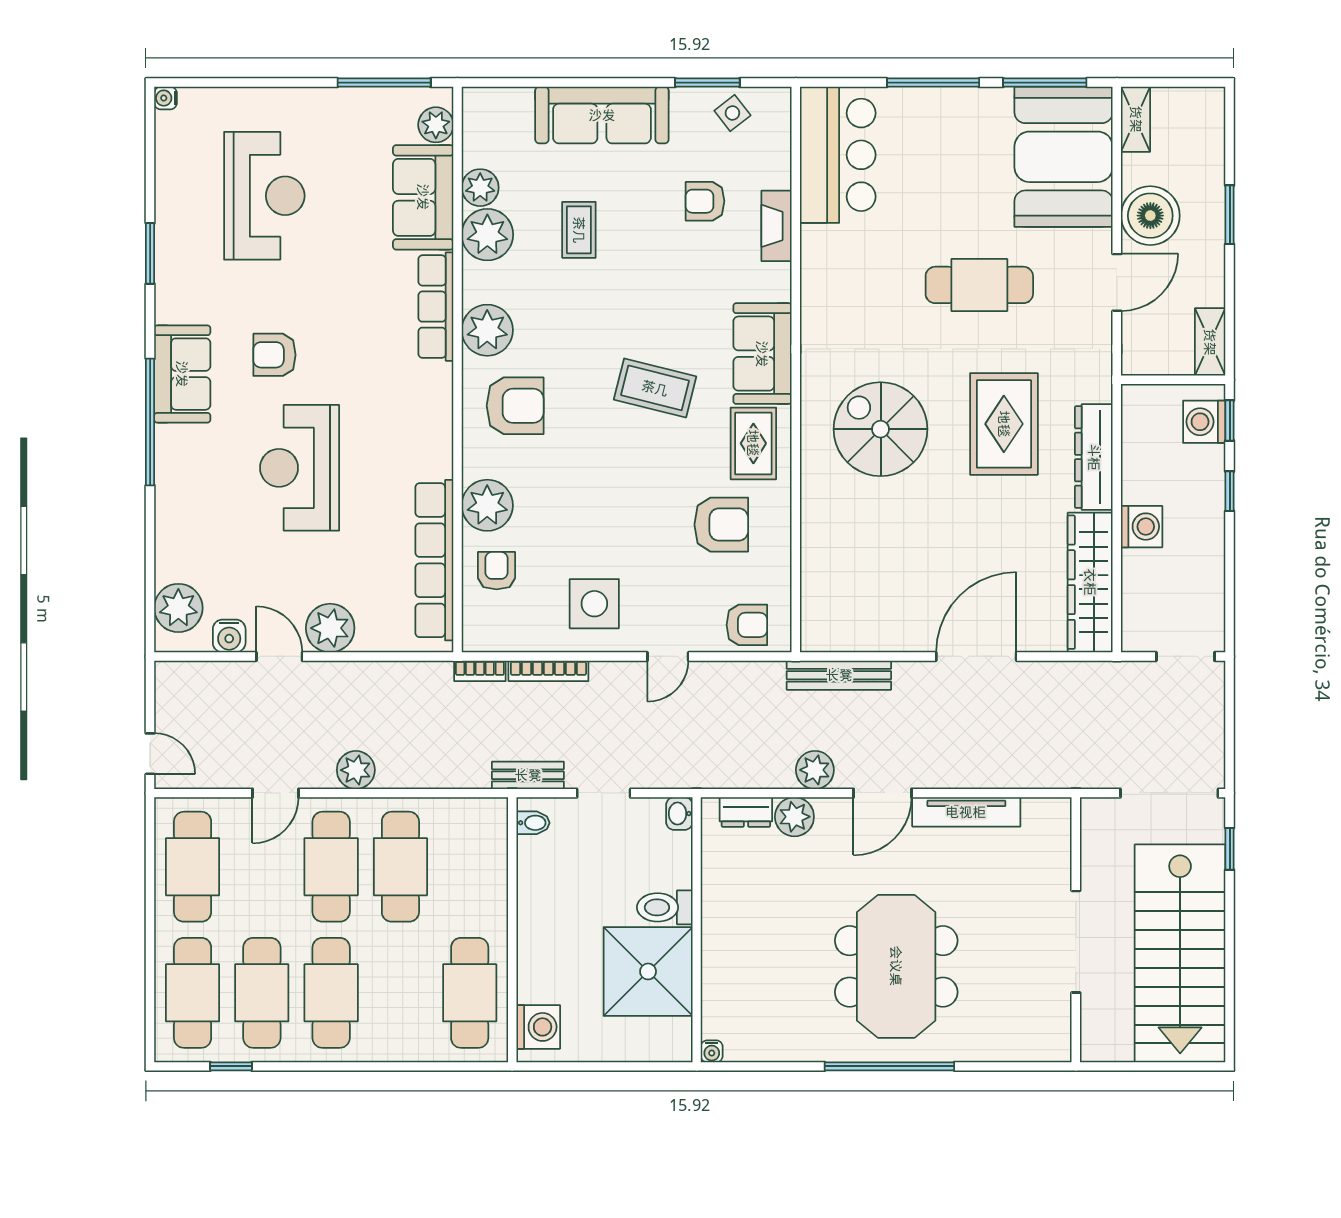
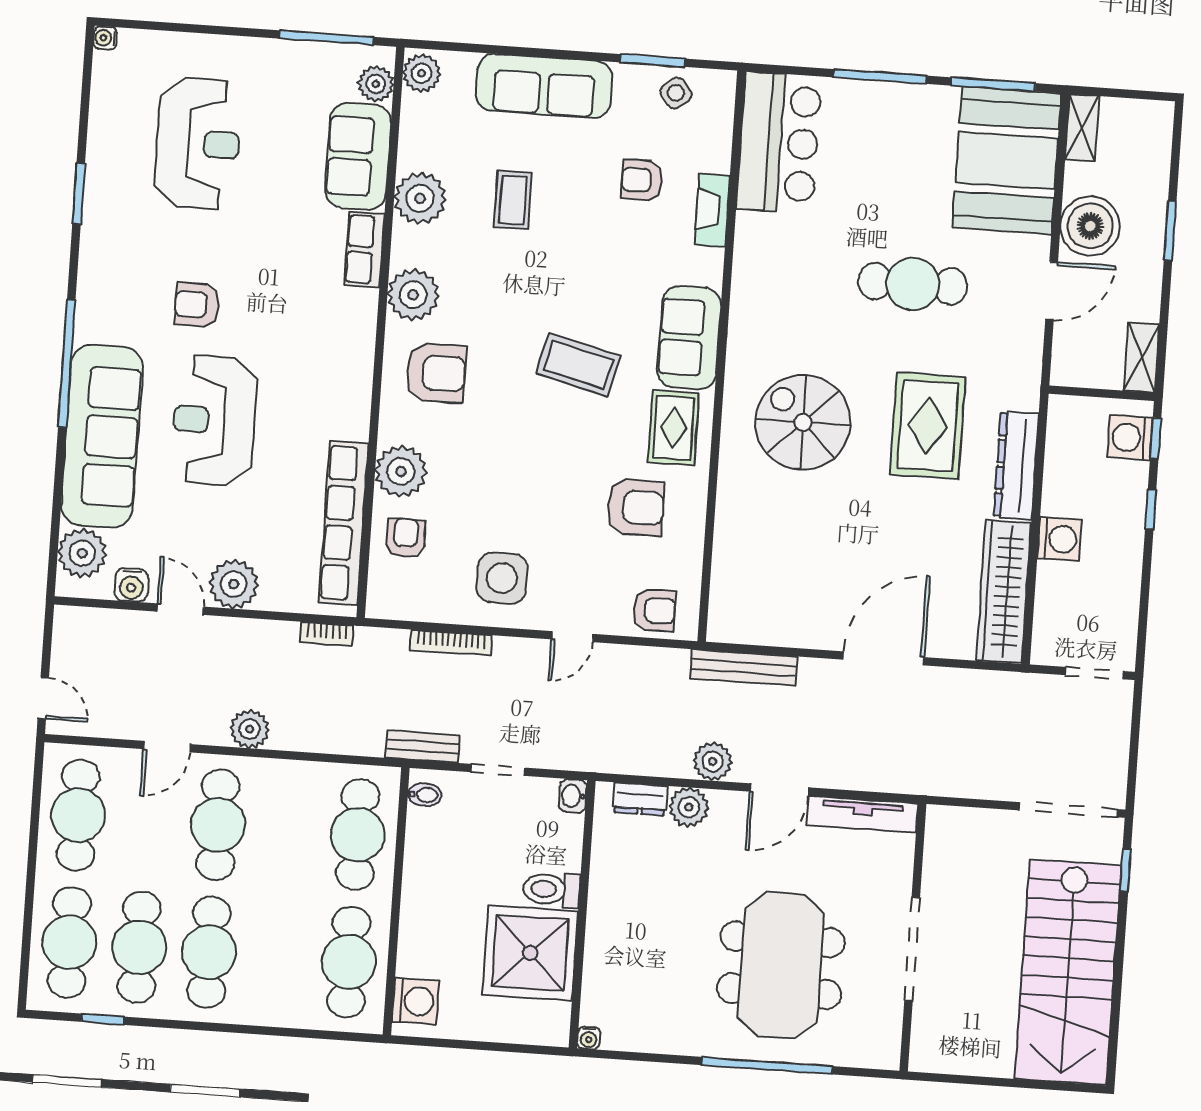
plant: (480, 188) -> (422, 73), moved
row of seats: (436, 307) -> (364, 250), width x0.68
sofa: (182, 374) -> (102, 436), moved, width x1.85, depth x1.27
bookcase: (480, 671) -> (327, 634), moved
cafe table: (400, 867) -> (358, 835), moved
wall: (1076, 930) -> (913, 937), moved
doorway: (1076, 942) -> (912, 949), moved

